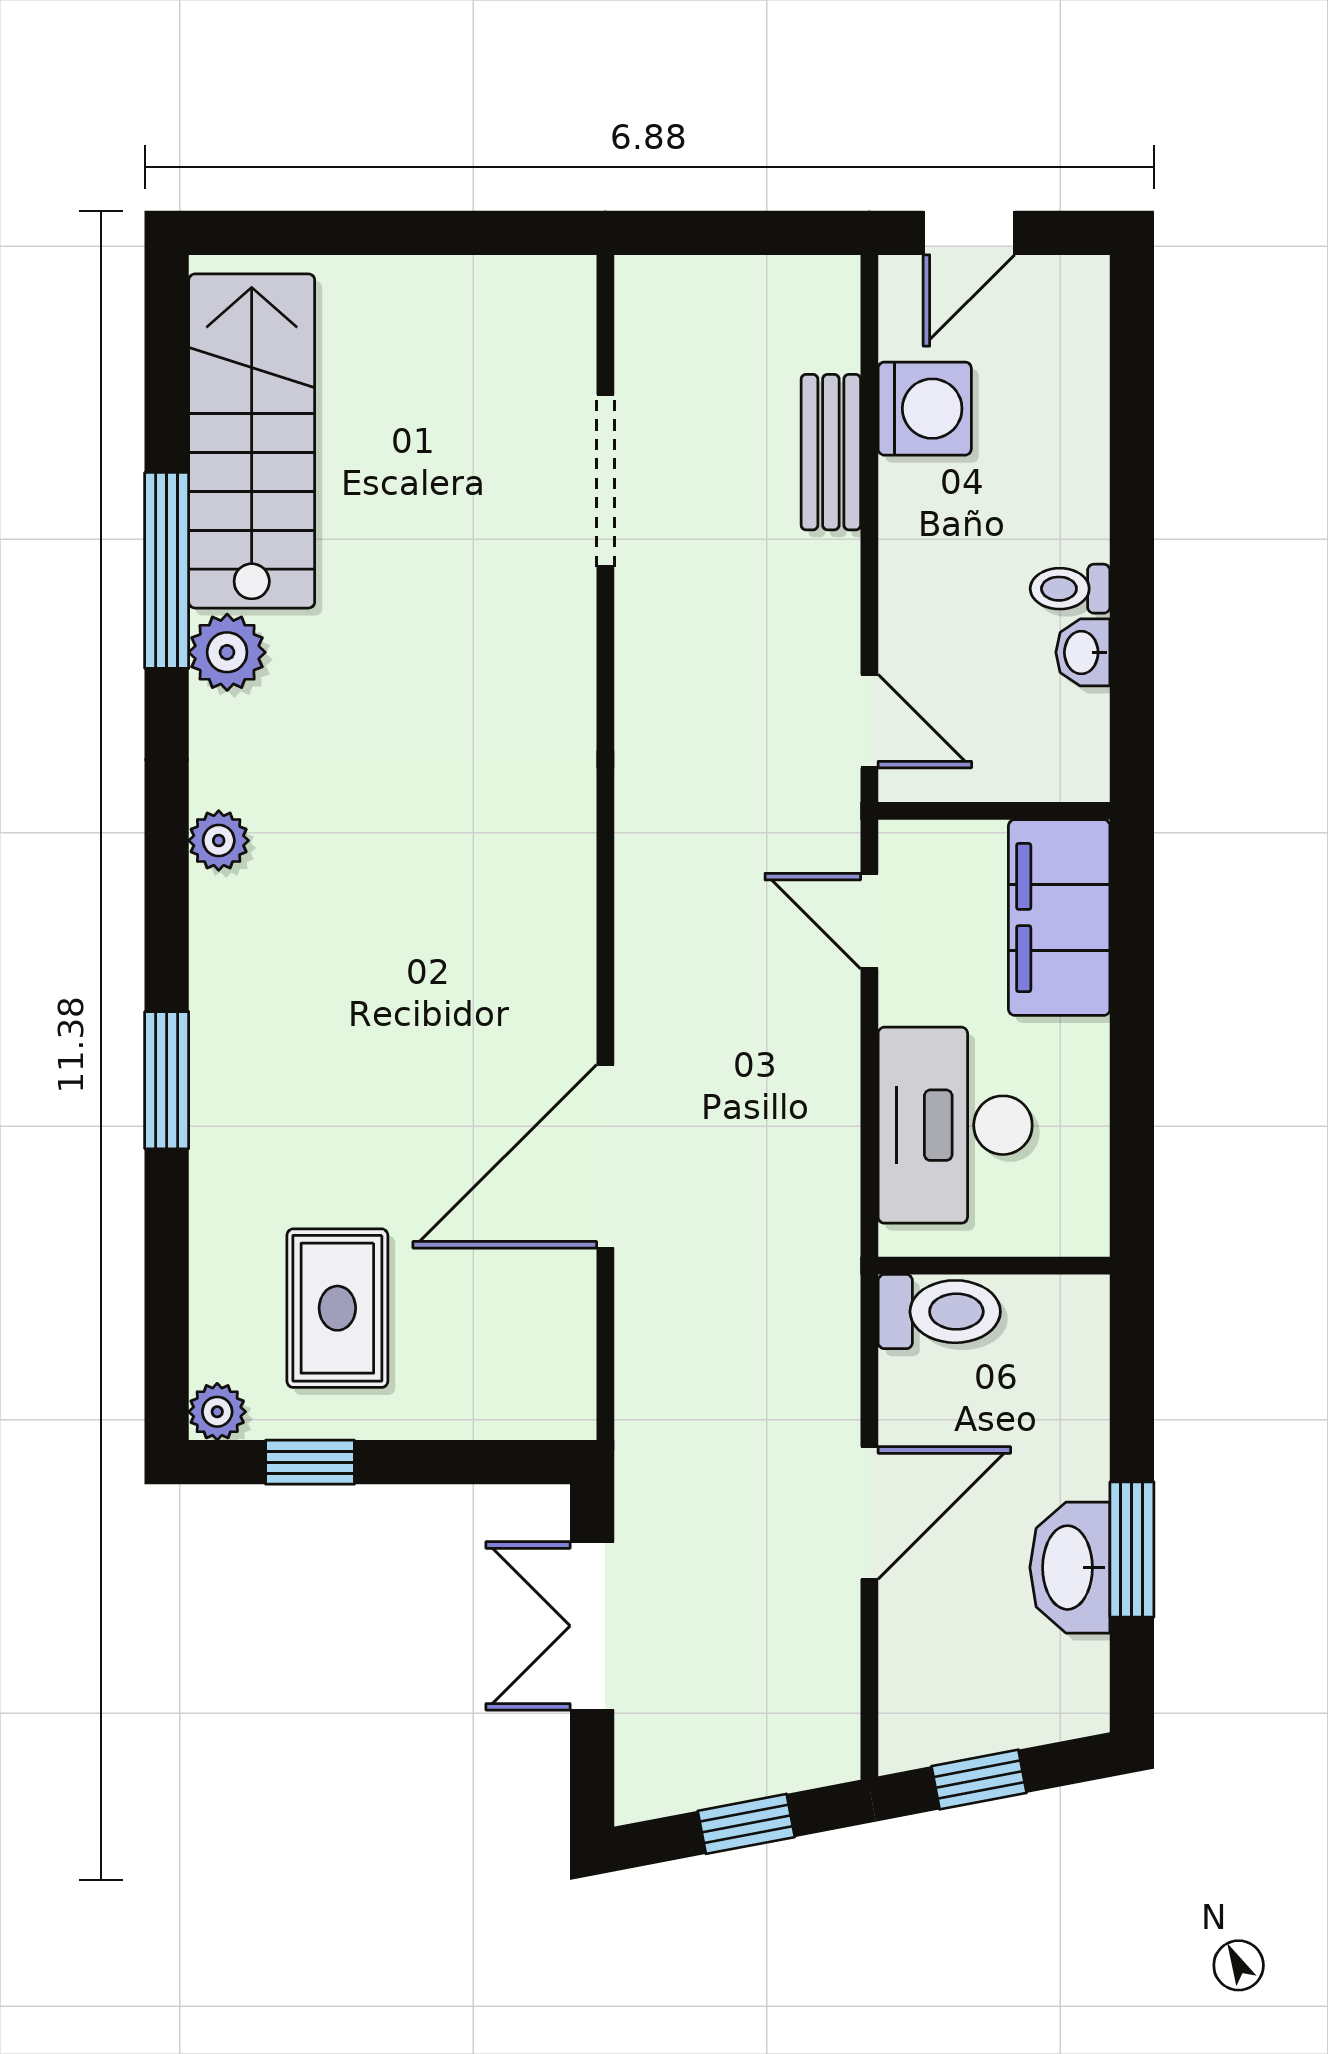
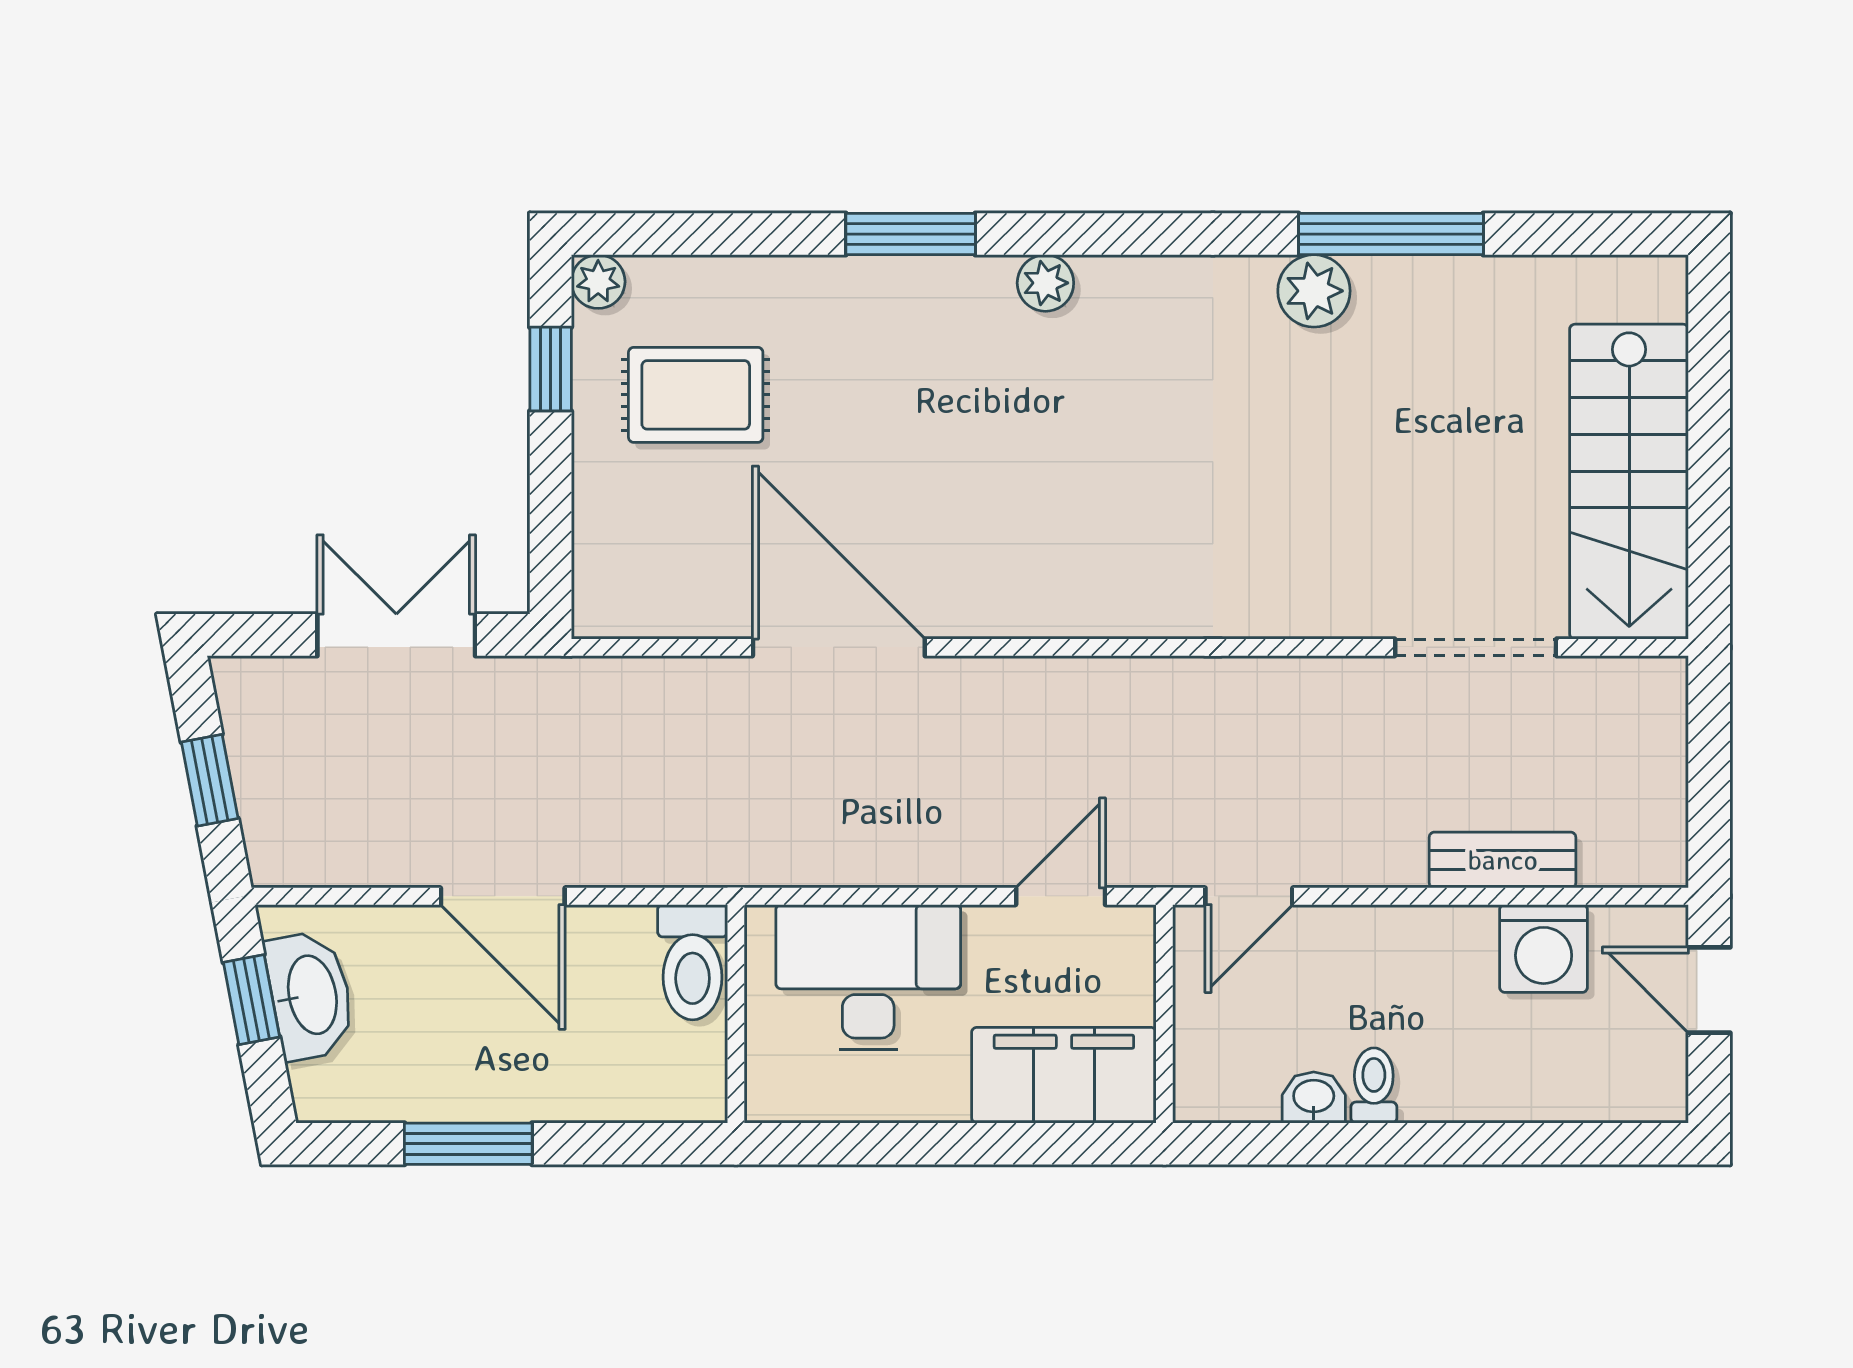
stairs: (252, 441) -> (1629, 482), moved, turned 90
plant: (219, 841) -> (1045, 283), moved
washbasin: (1070, 1568) -> (310, 995), moved, turned 79

